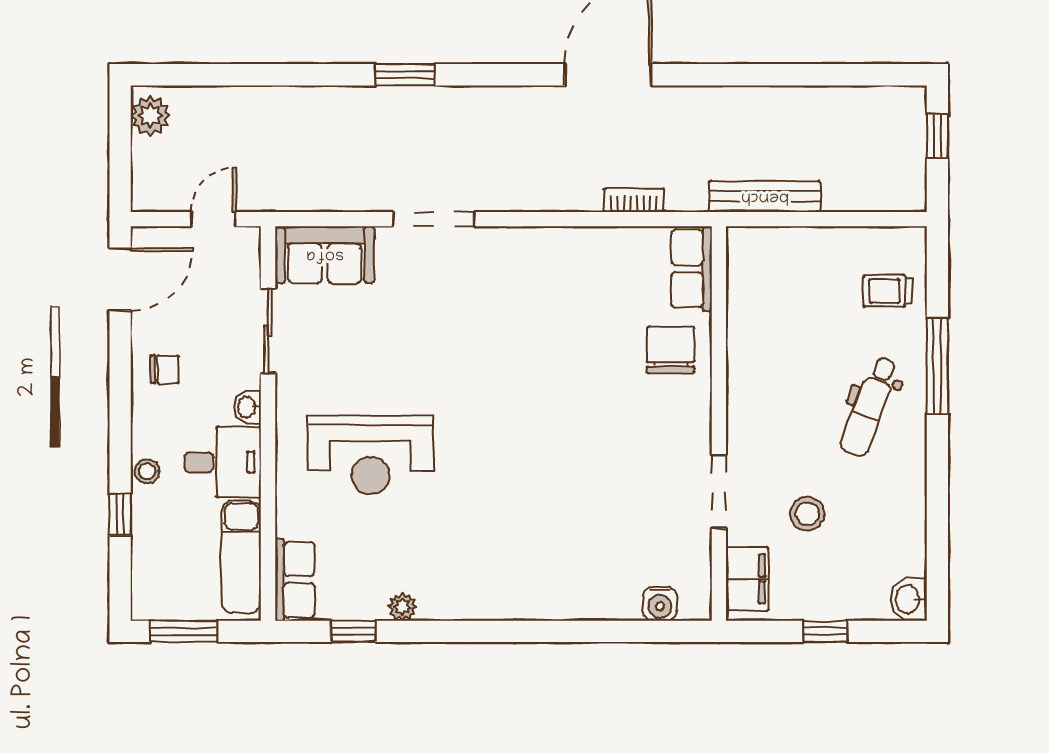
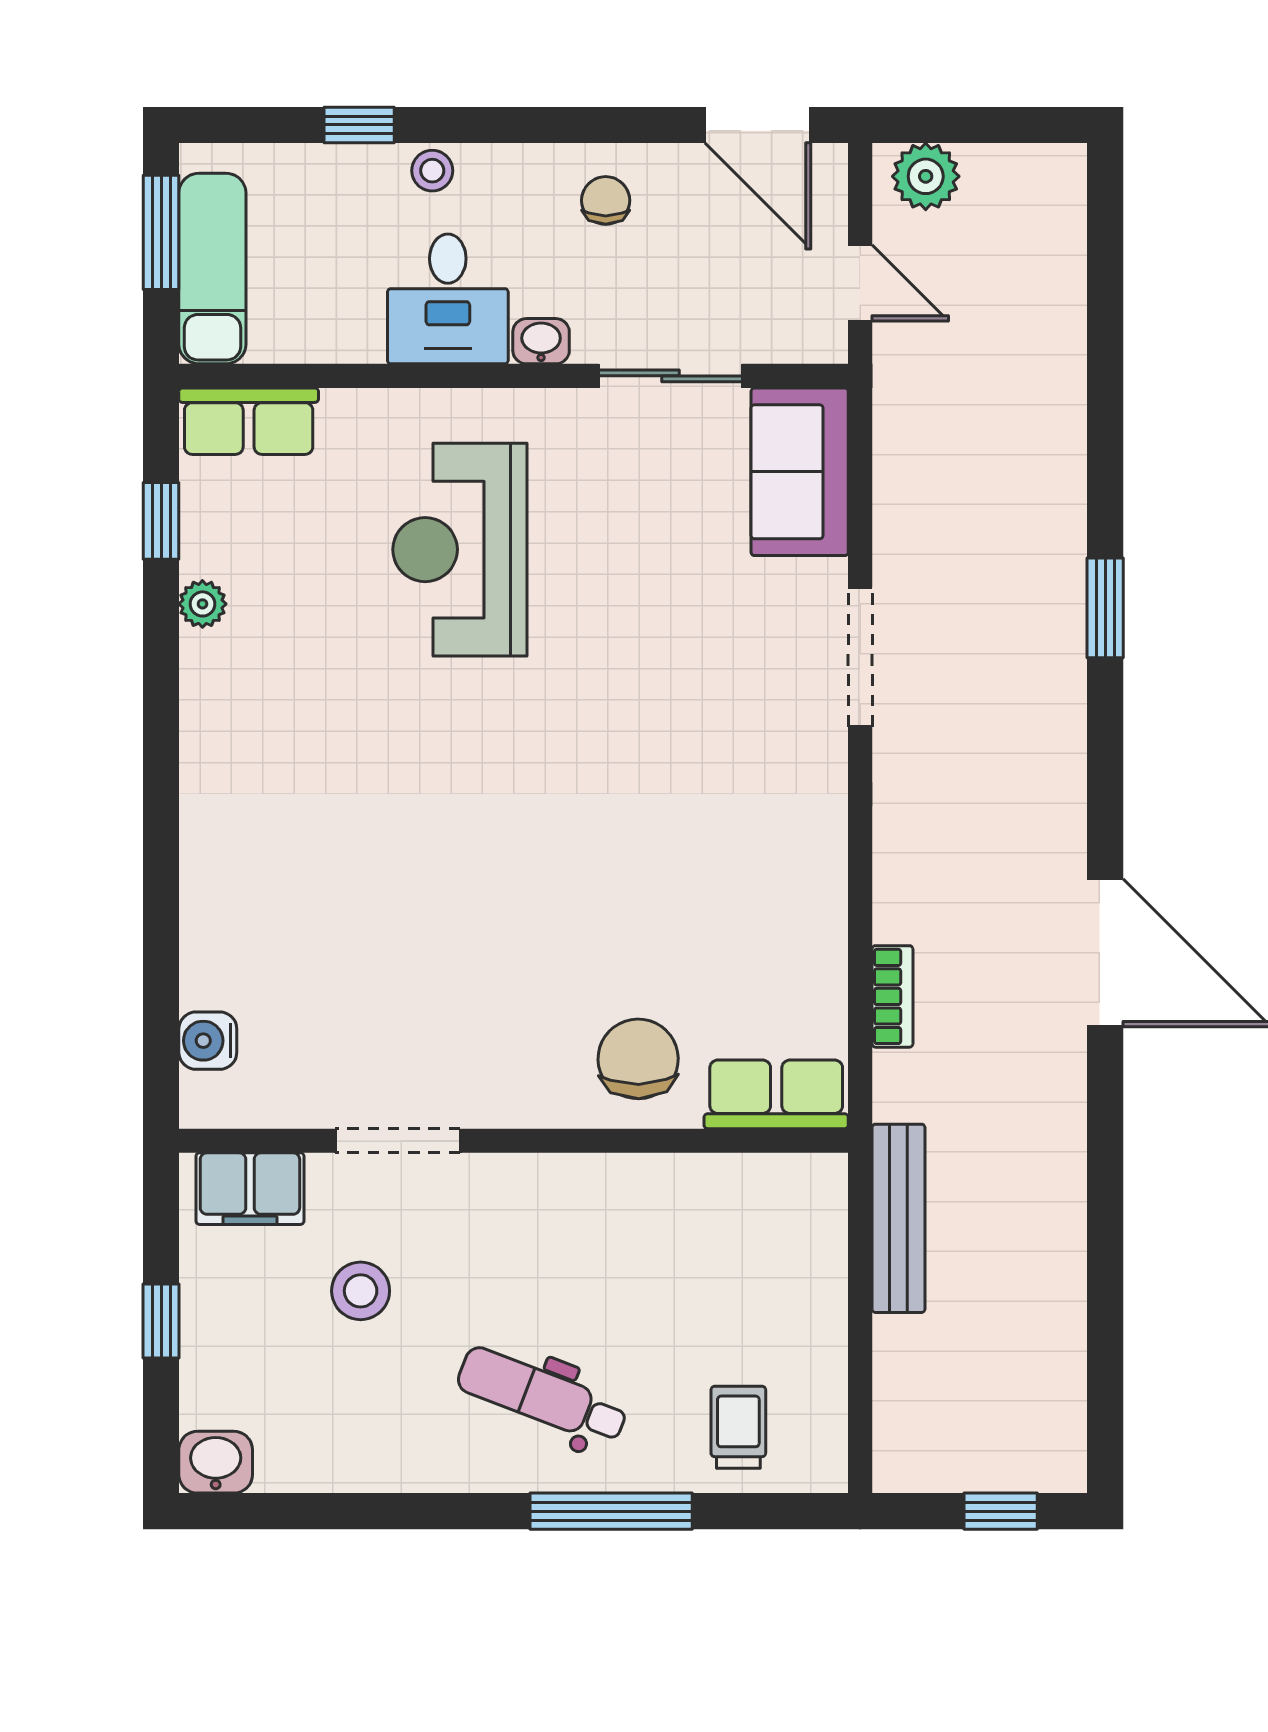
plant: (150, 116) -> (926, 176), moved
chair: (671, 350) -> (638, 1059), turned -91
chair: (165, 369) -> (606, 200), turned 180
exam couch: (241, 557) -> (212, 269), moved, turned 90

